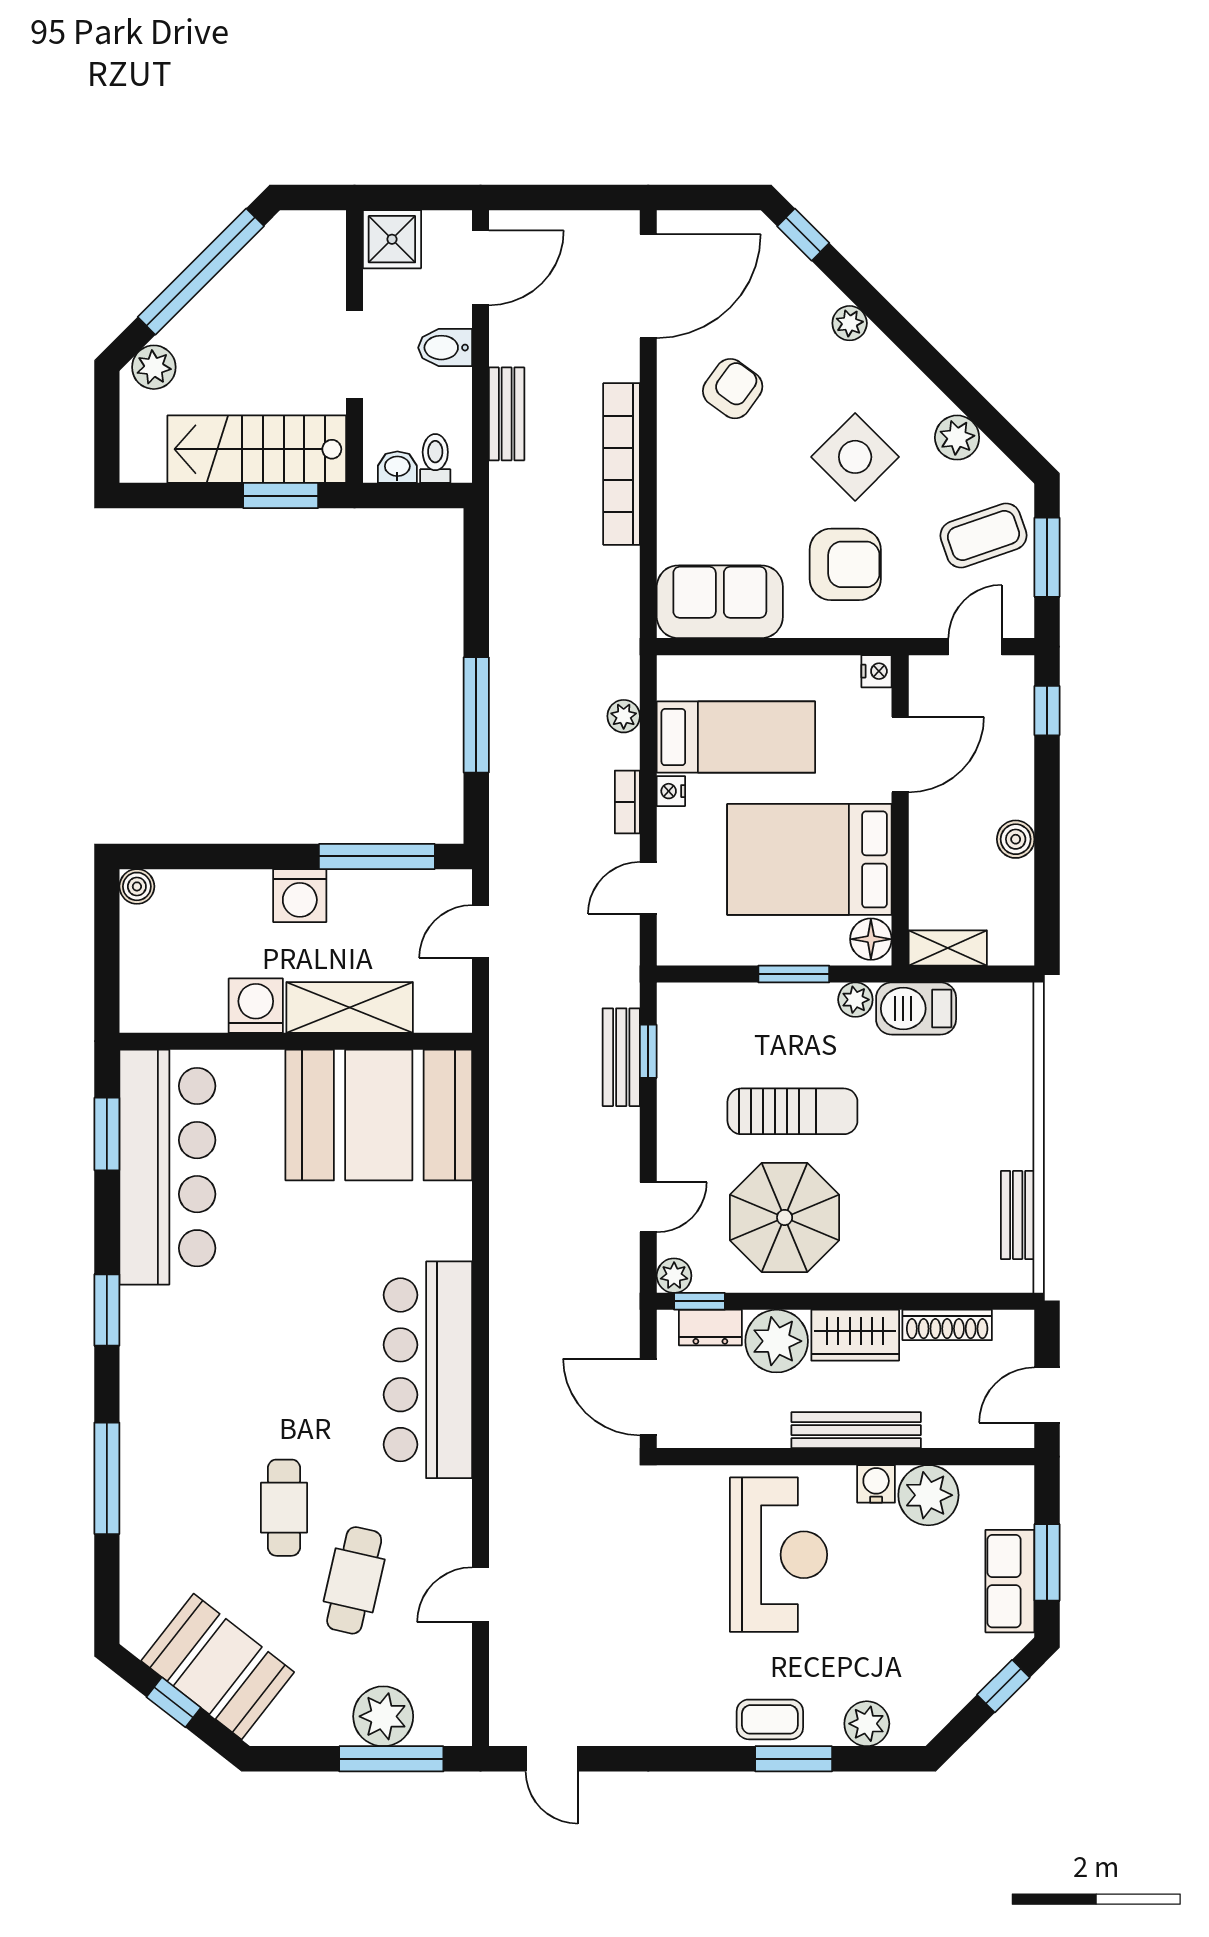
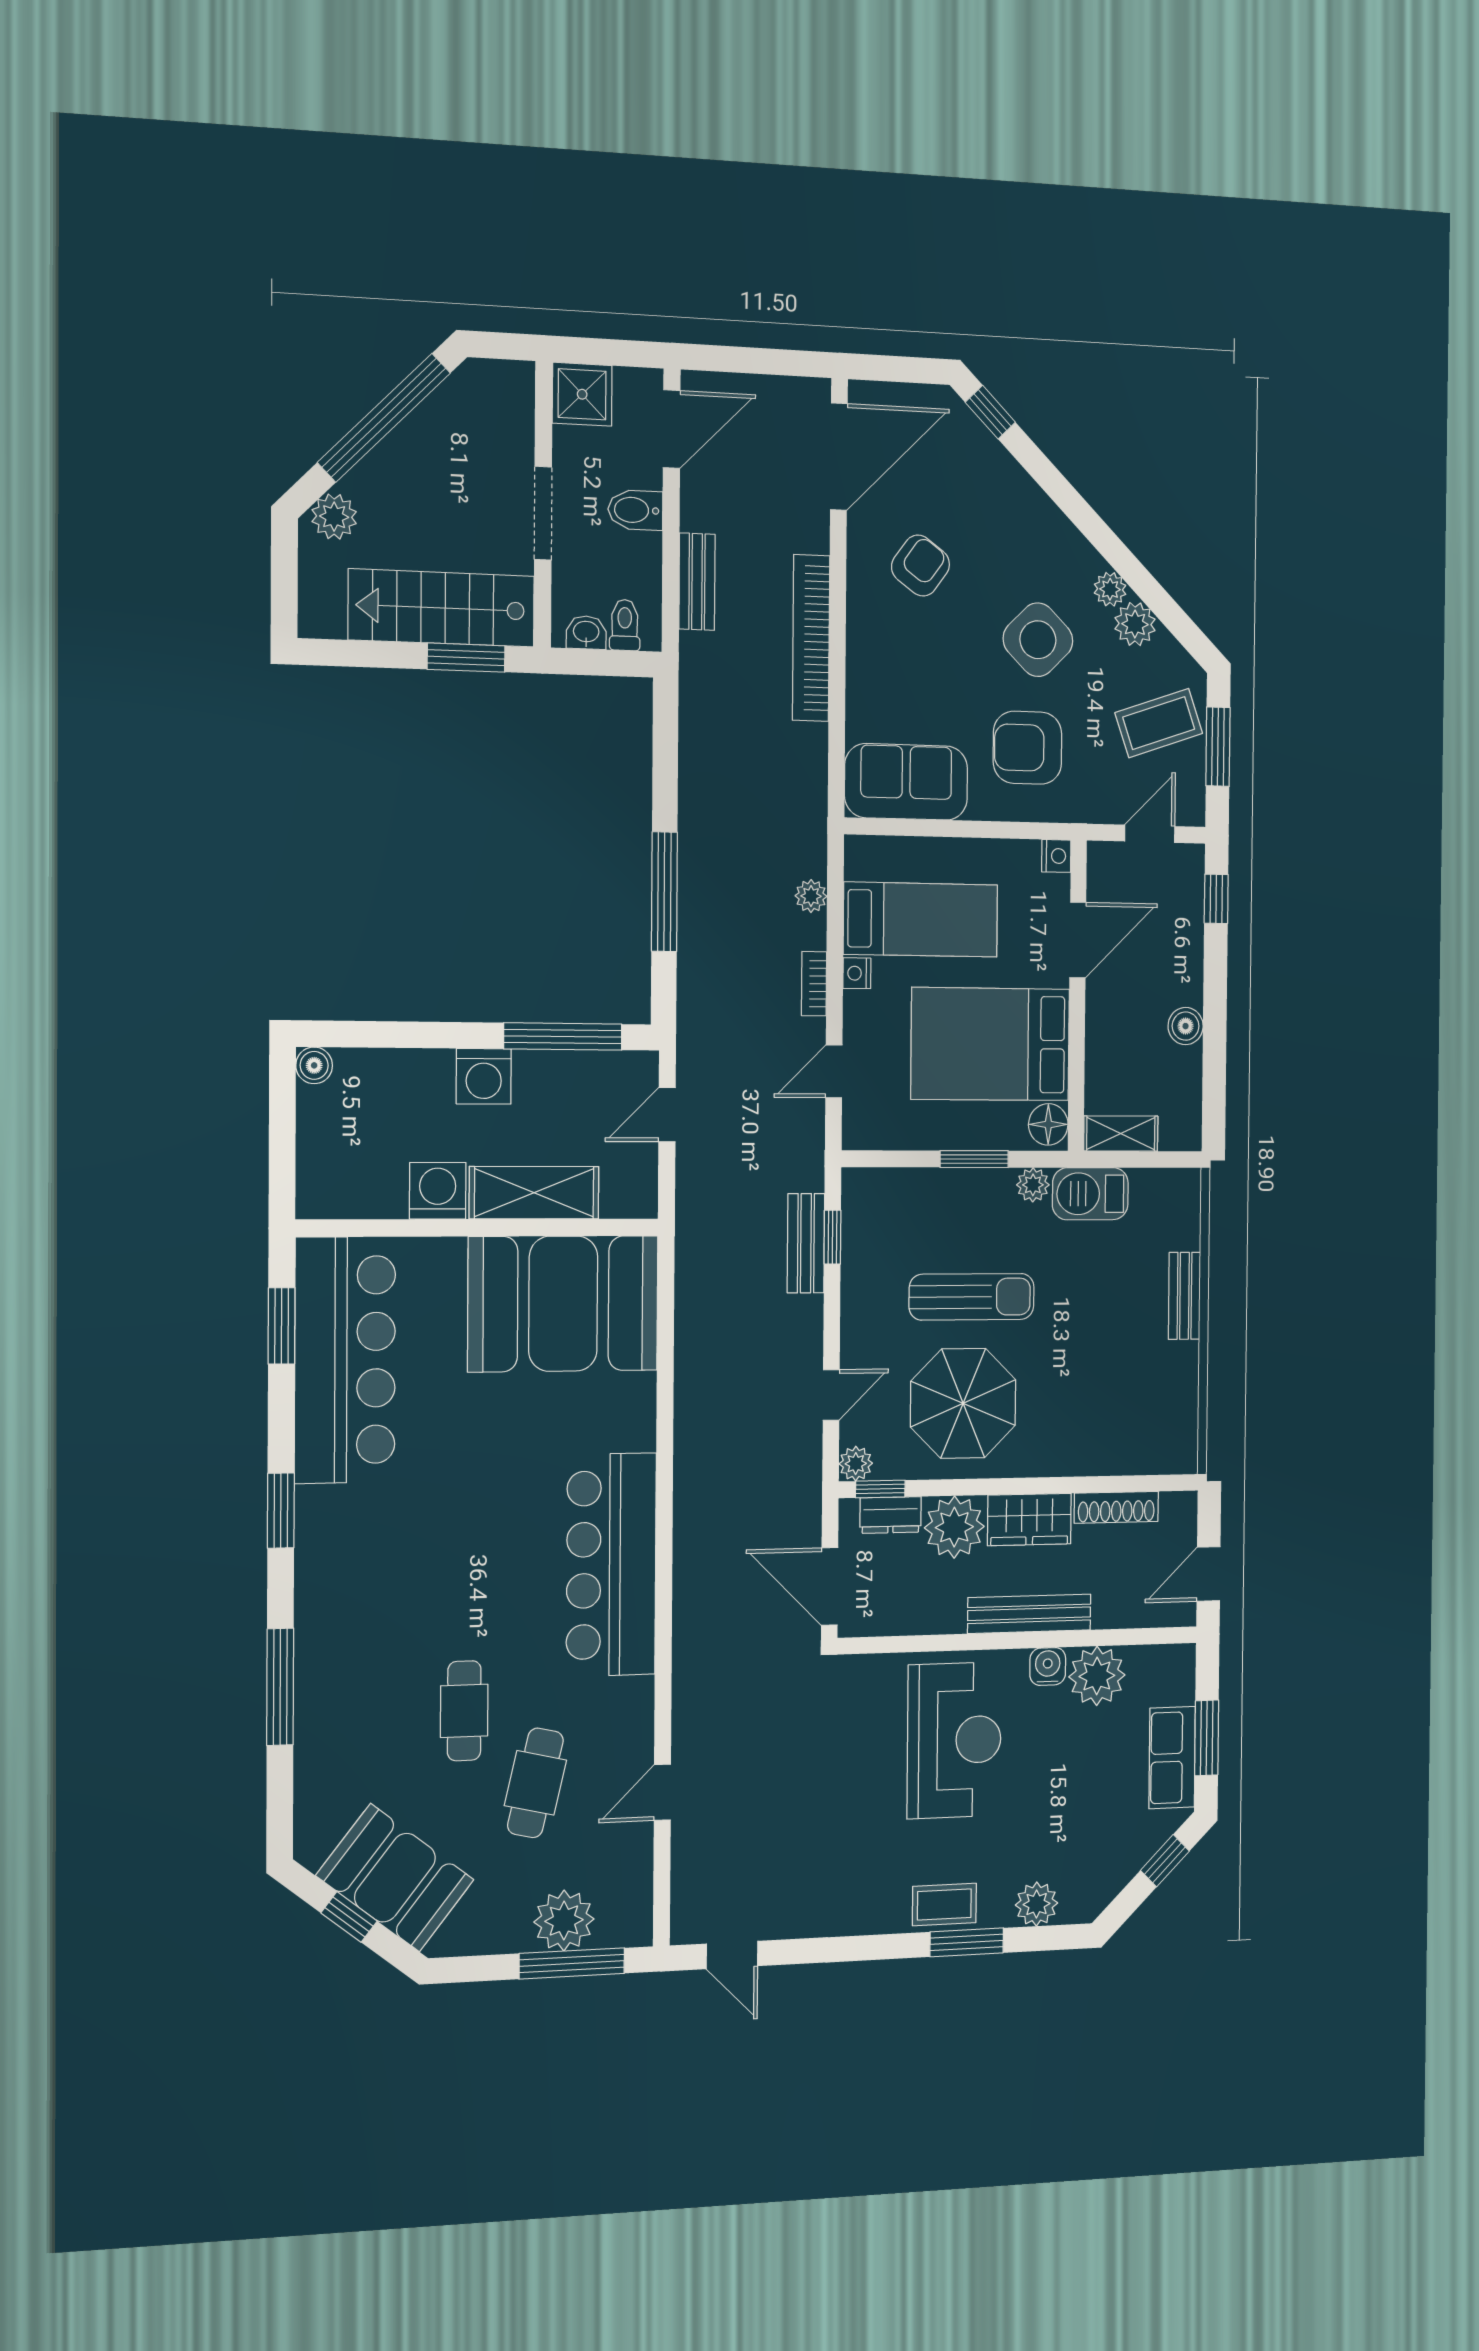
plant: (850, 323) -> (1110, 589), moved
armchair: (845, 564) -> (1027, 748), turned 180
bench: (1018, 1215) -> (1184, 1296), moved

